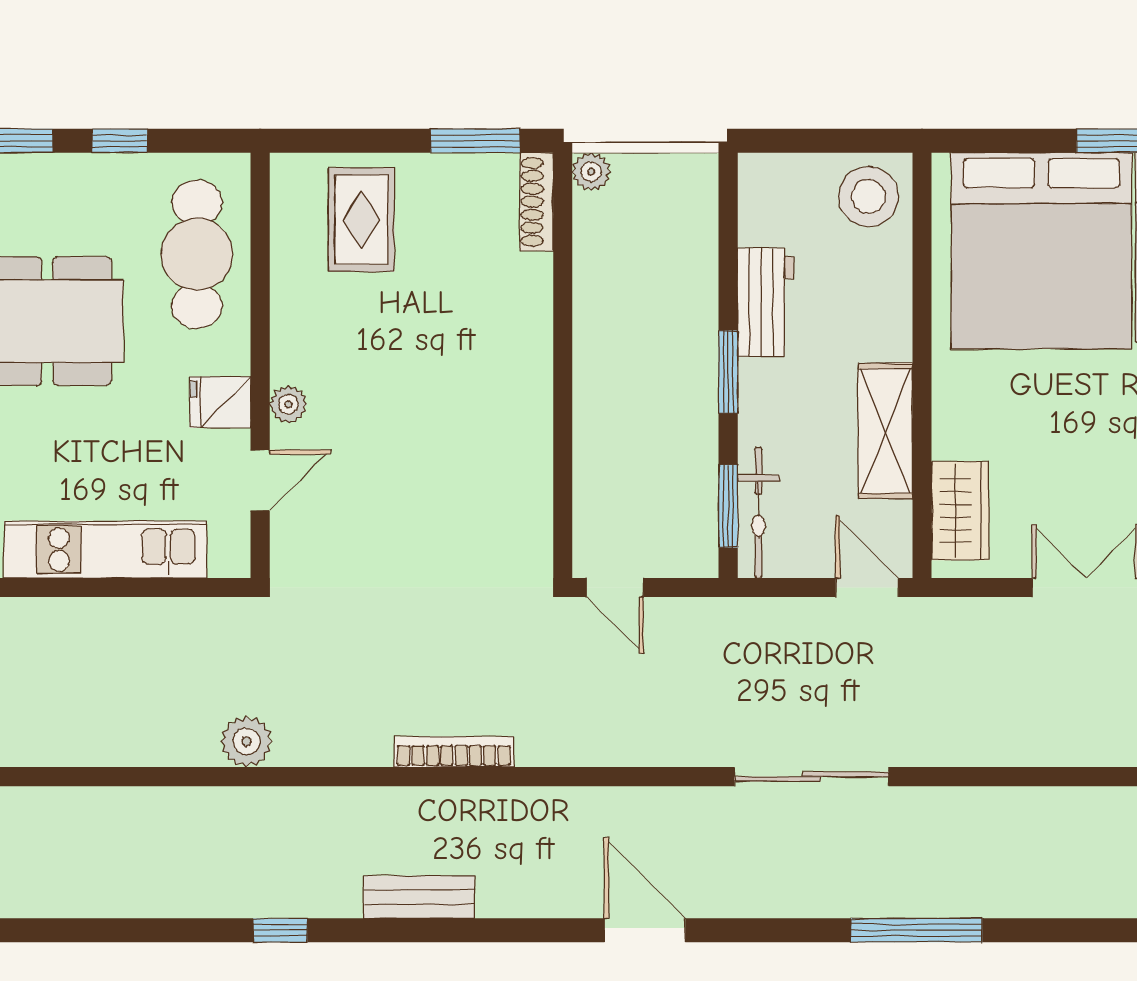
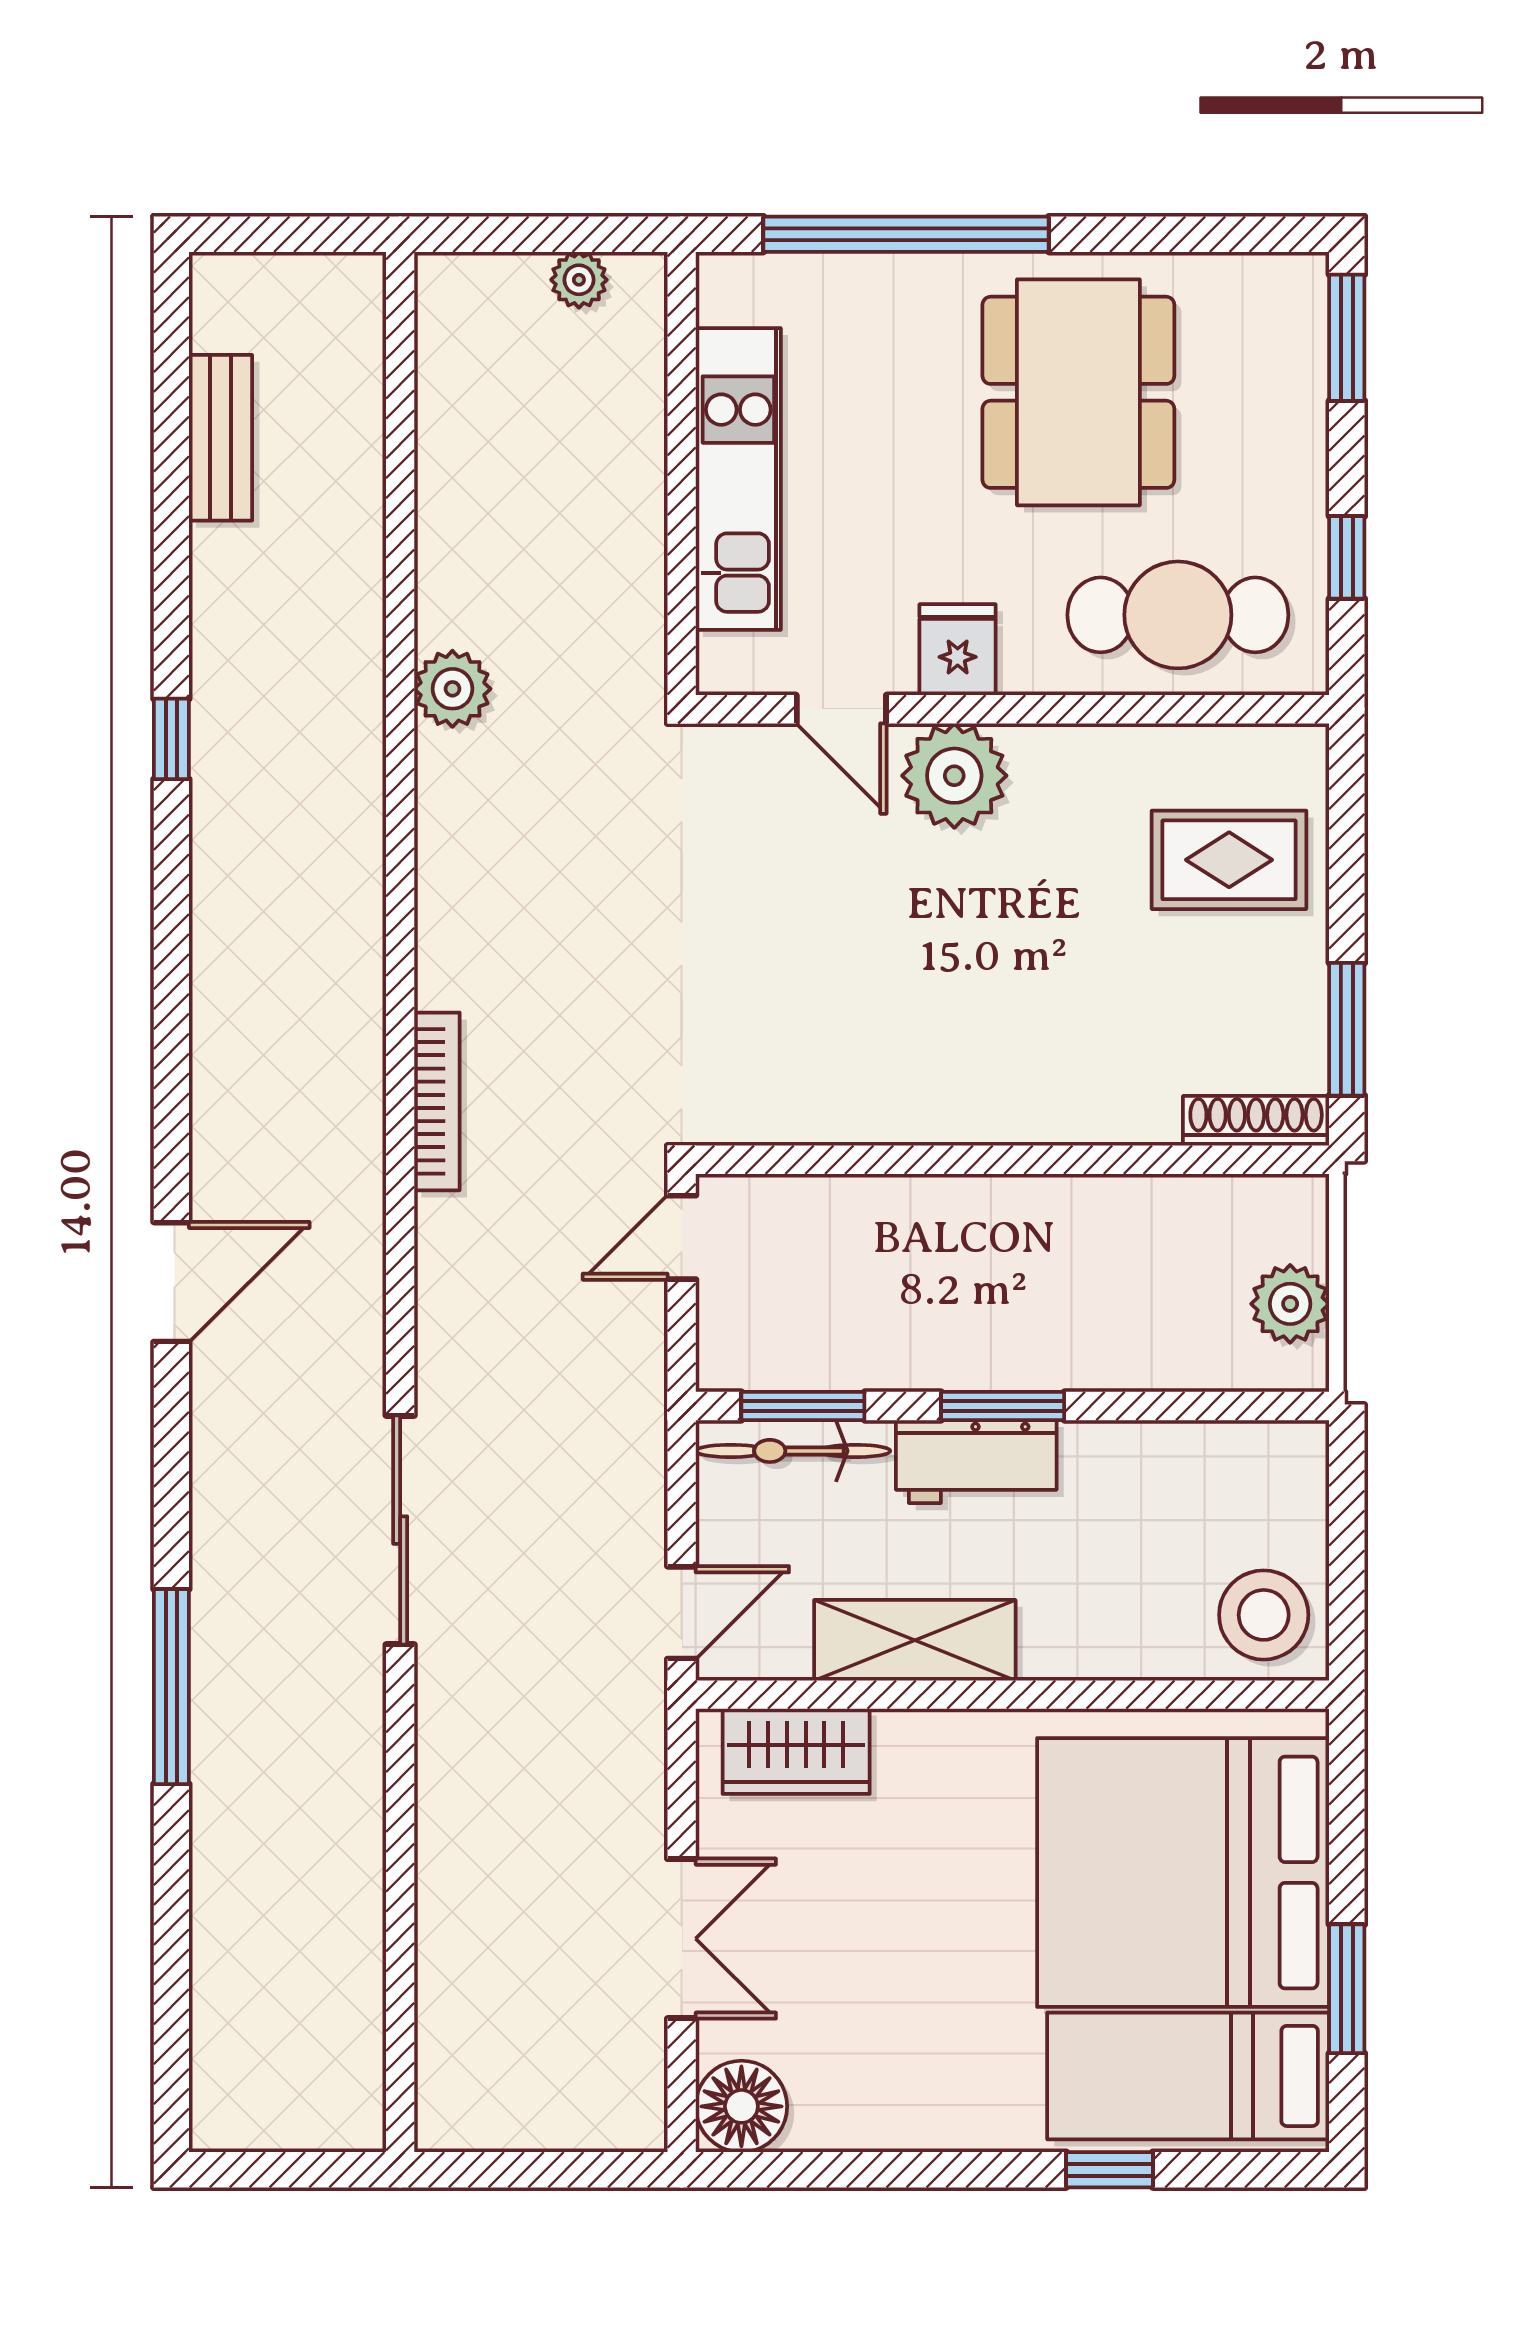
window: (120, 141) -> (1347, 557), moved
plant: (591, 172) -> (1290, 1304), moved, width x1.38, depth x1.38
workbench: (766, 302) -> (976, 1462), moved
plant: (288, 404) -> (954, 776), width x1.88, depth x1.88
bookcase: (454, 752) -> (437, 1101), moved
bench: (419, 897) -> (221, 438), moved

